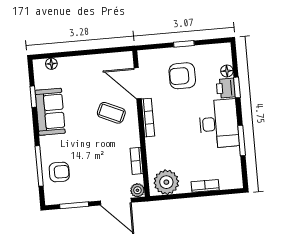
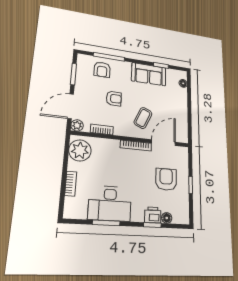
desk: (219, 124) -> (110, 203), moved
armchair: (94, 152) -> (114, 99), added

